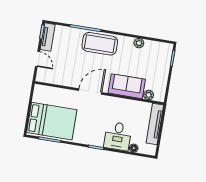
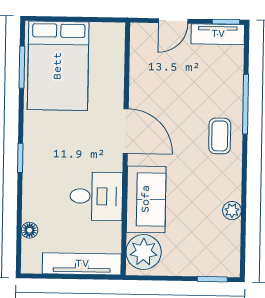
coffee table: (100, 44) -> (220, 136), width x0.54, depth x0.58
plant: (149, 95) -> (144, 252), width x1.87, depth x1.87
desk: (118, 136) -> (96, 196), moved, turned 180

